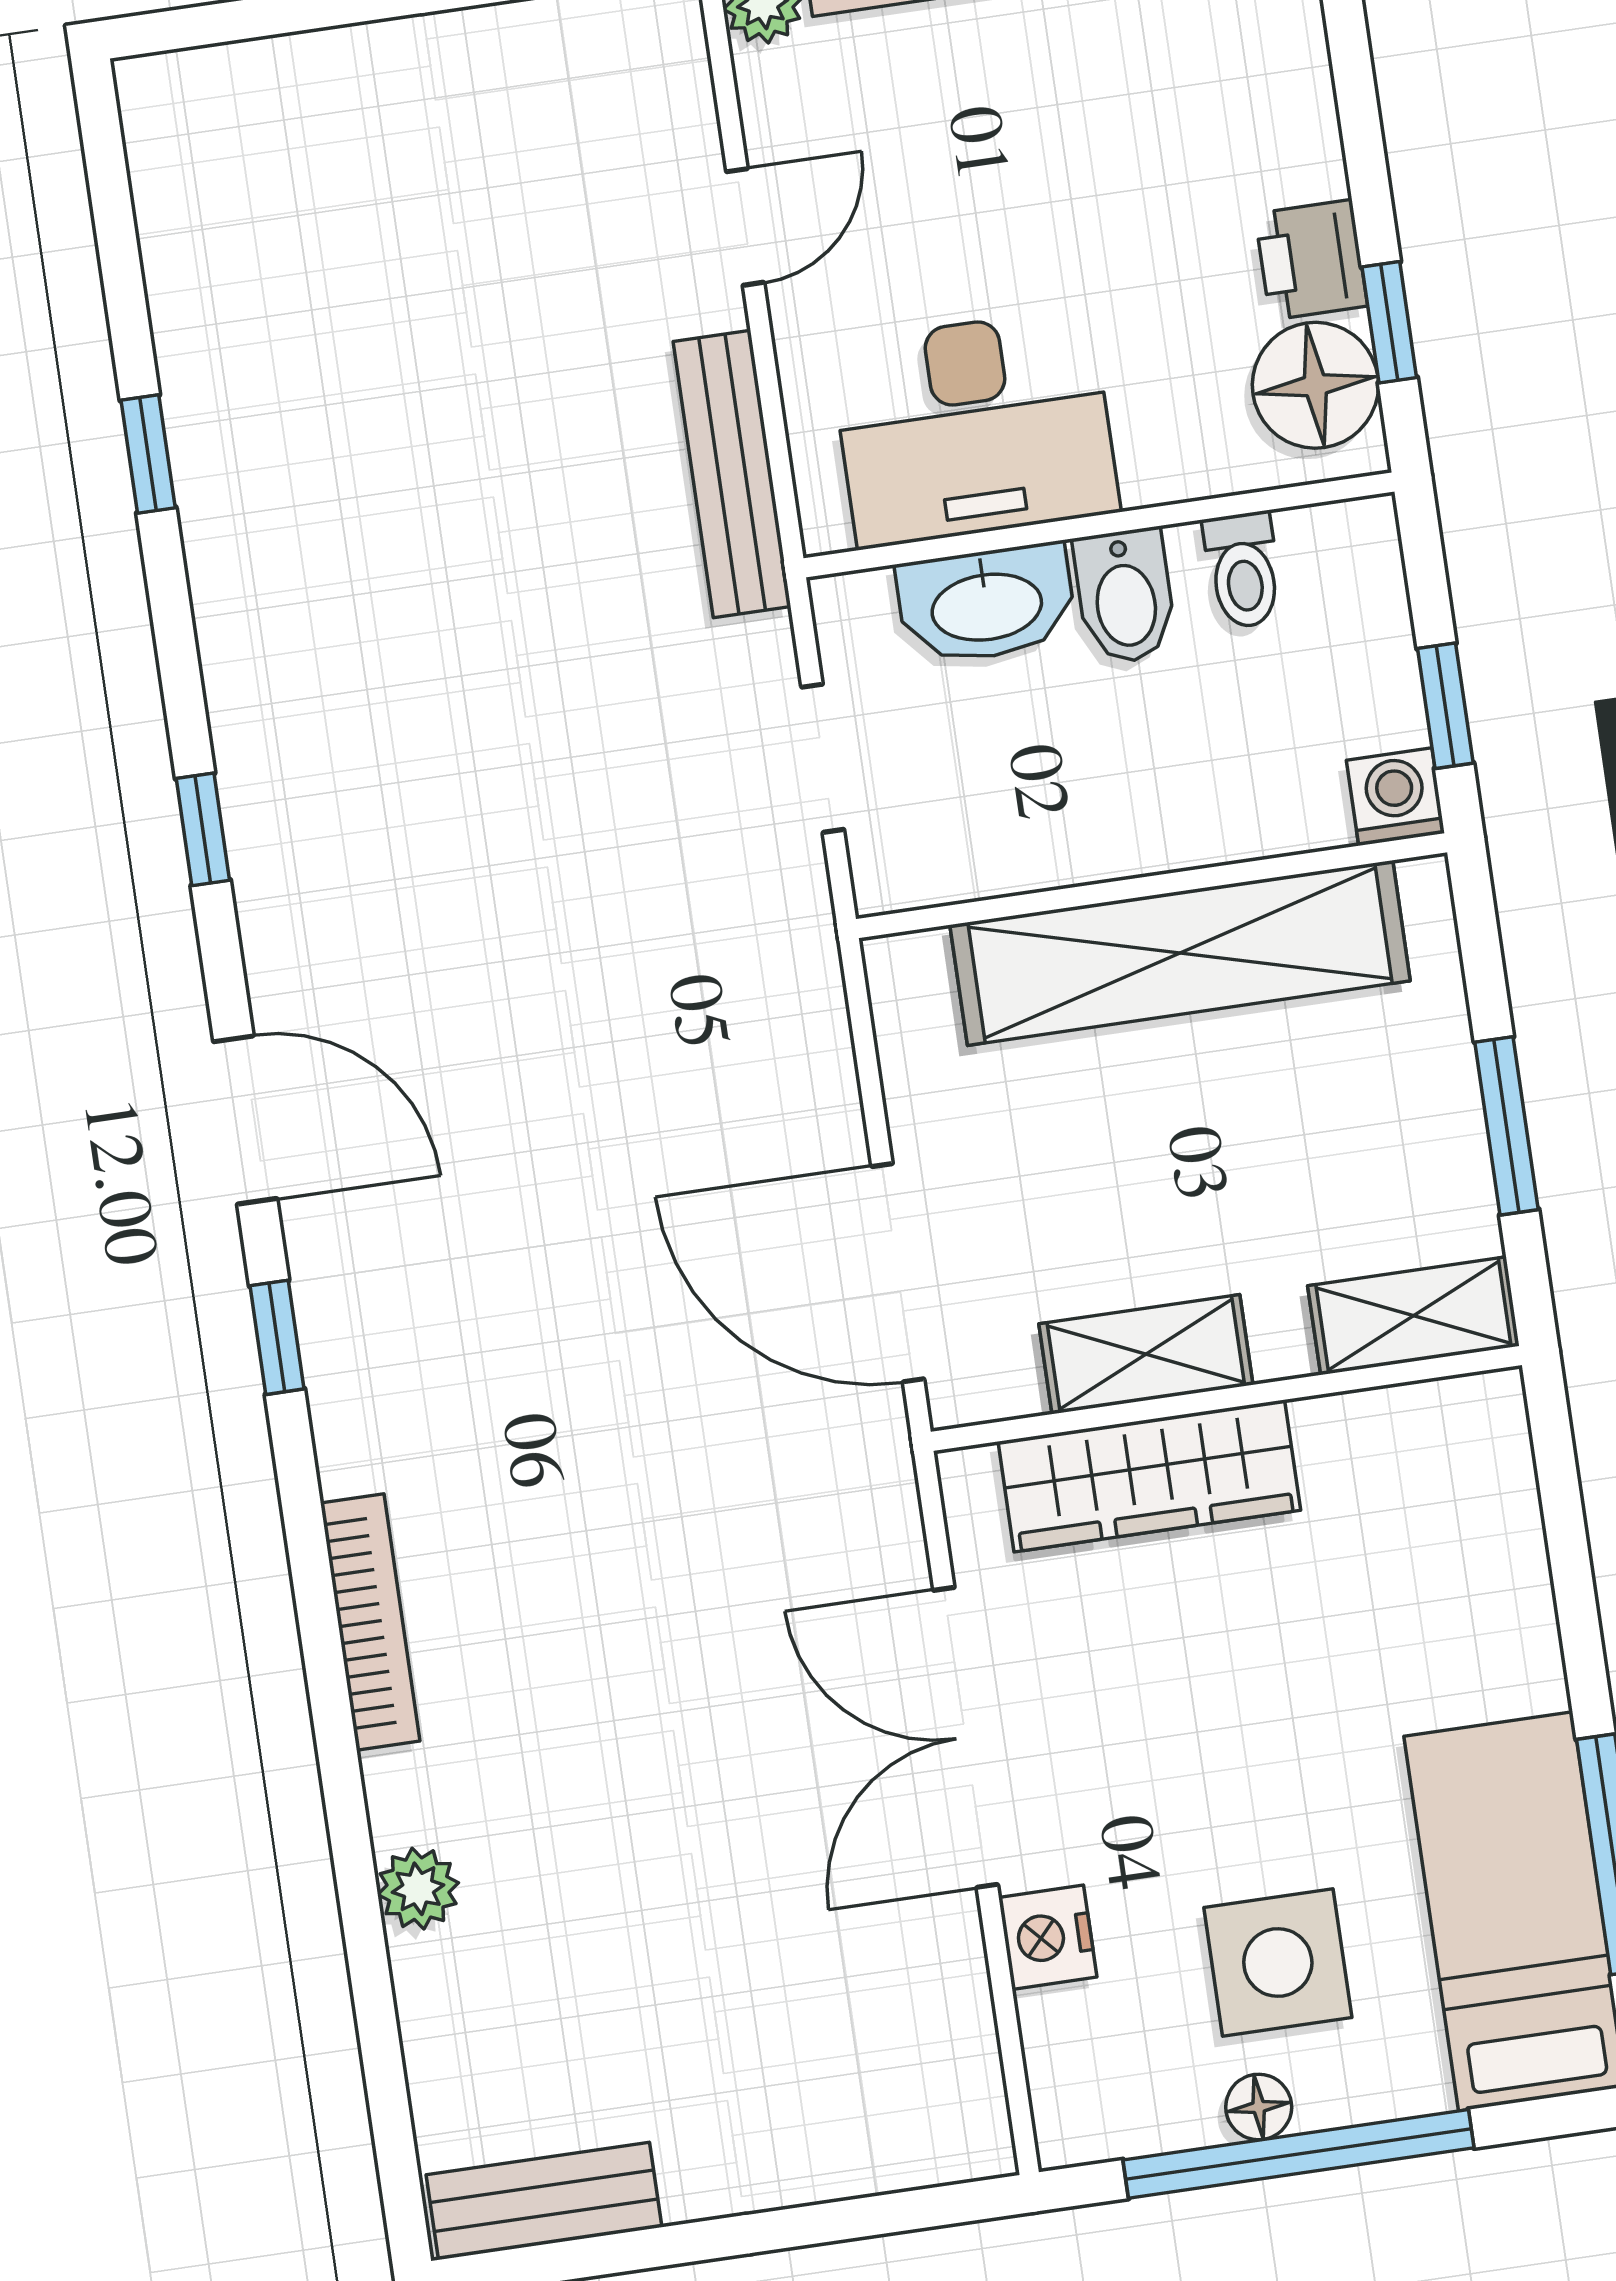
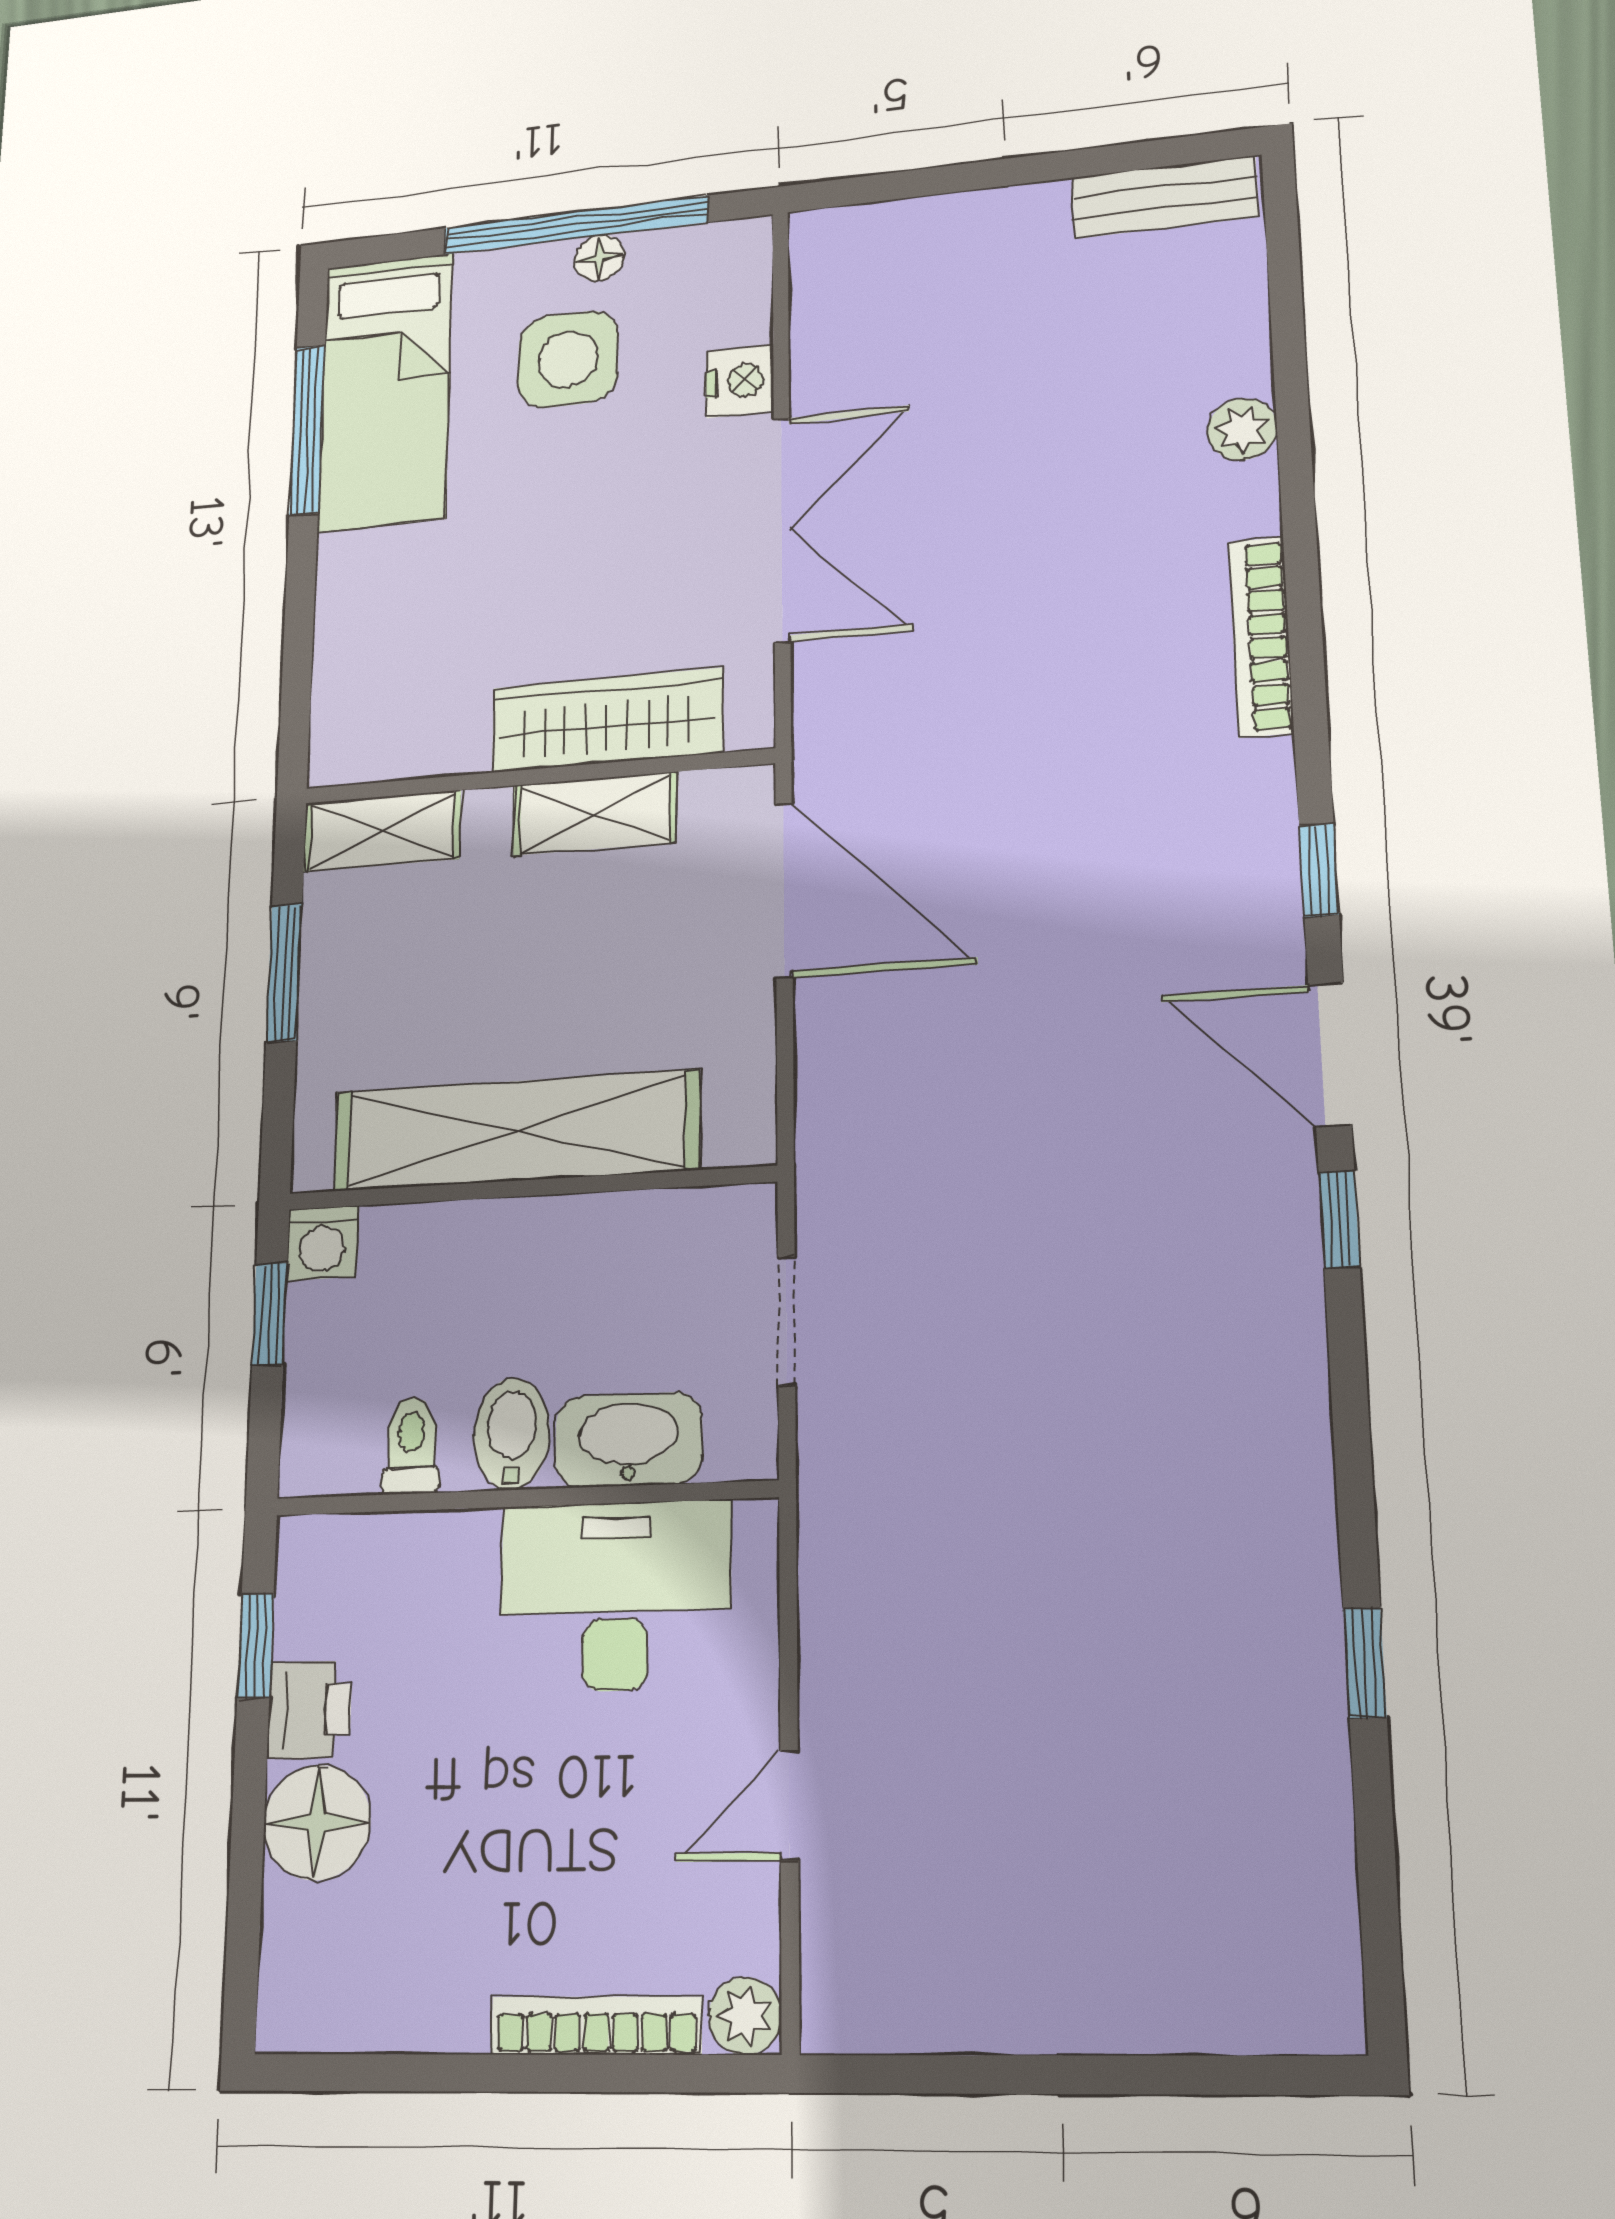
floor lamp: (1315, 385) -> (317, 1823), moved
bench: (732, 474) -> (831, 1580), removed
window: (203, 829) -> (1339, 1219), moved

